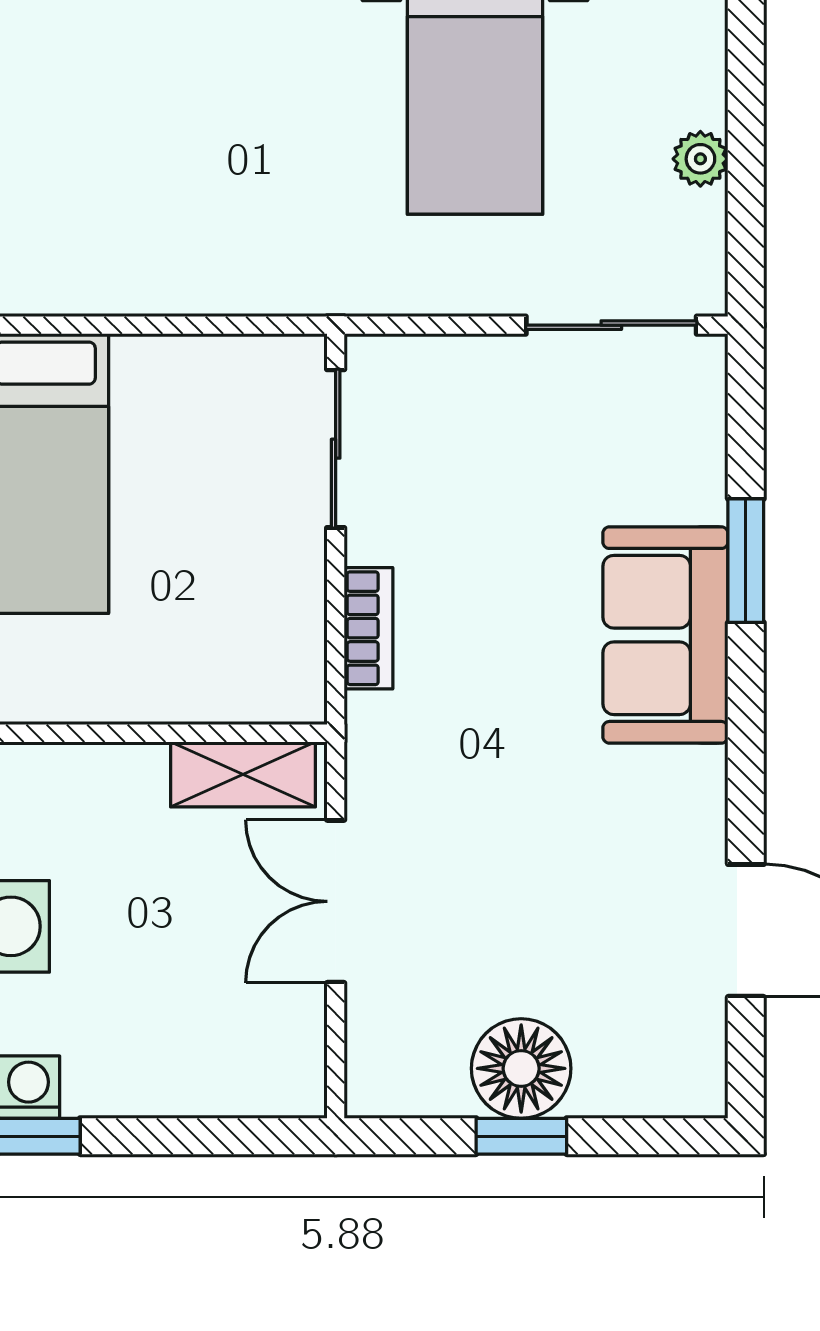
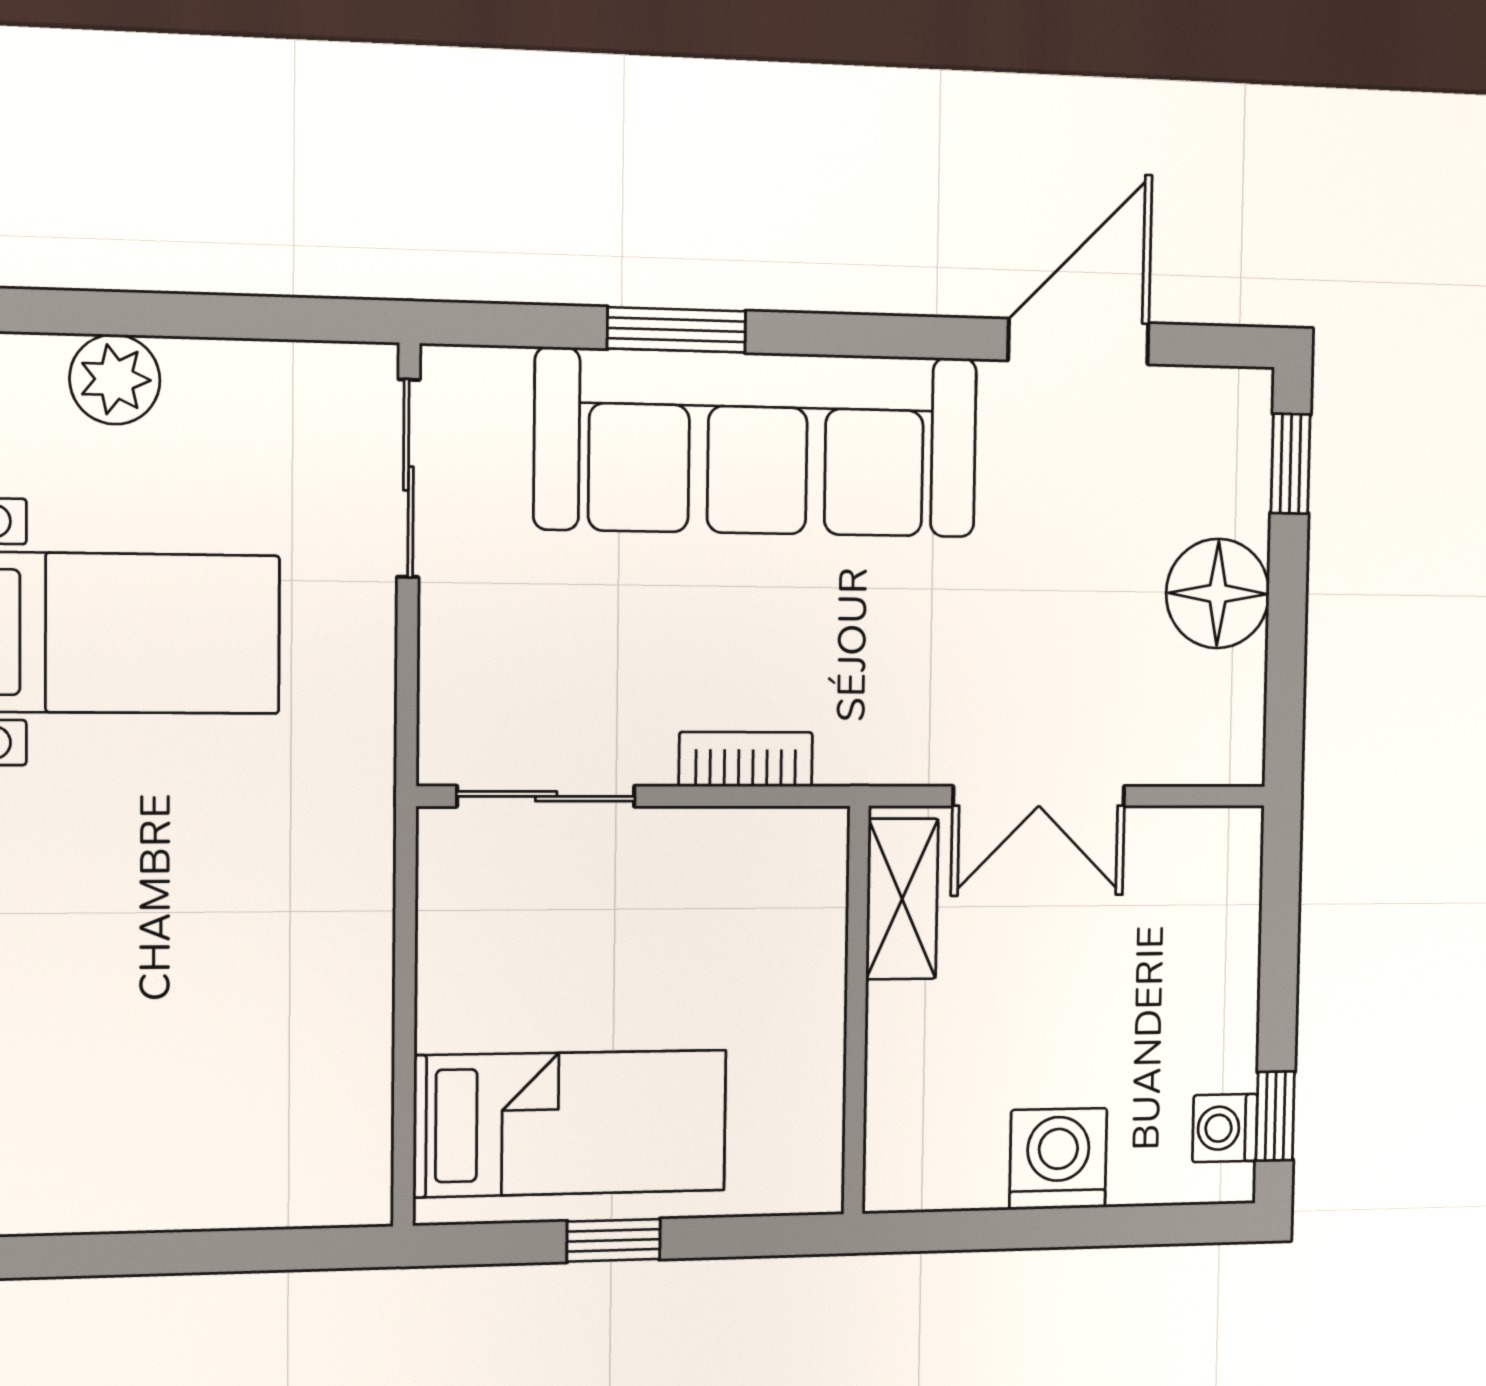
plant: (700, 159) -> (115, 379), moved, width x1.38, depth x1.38
sofa: (665, 635) -> (758, 443), width x1.85, depth x1.27
window: (521, 1136) -> (1291, 464), moved

